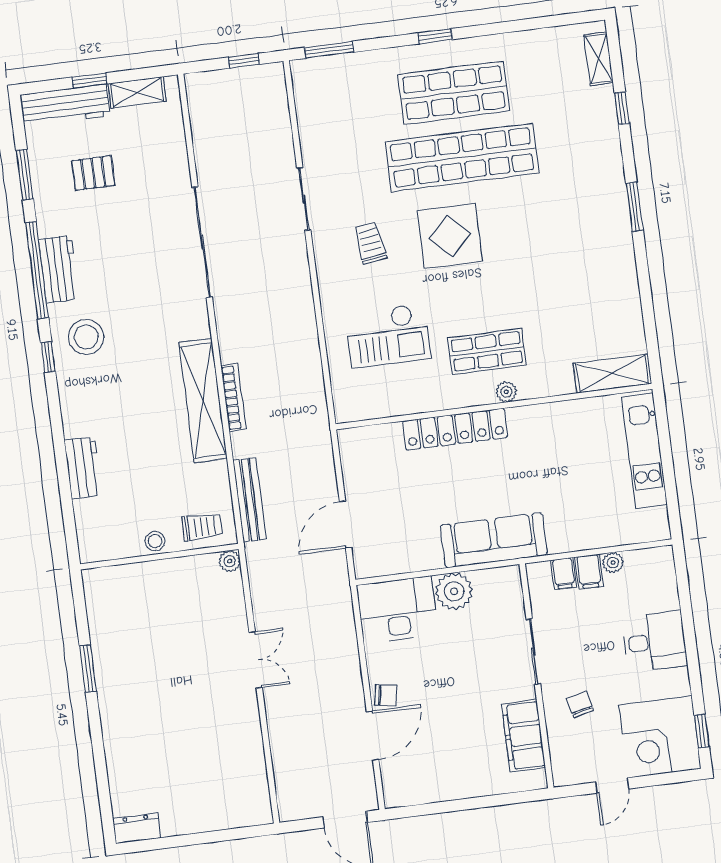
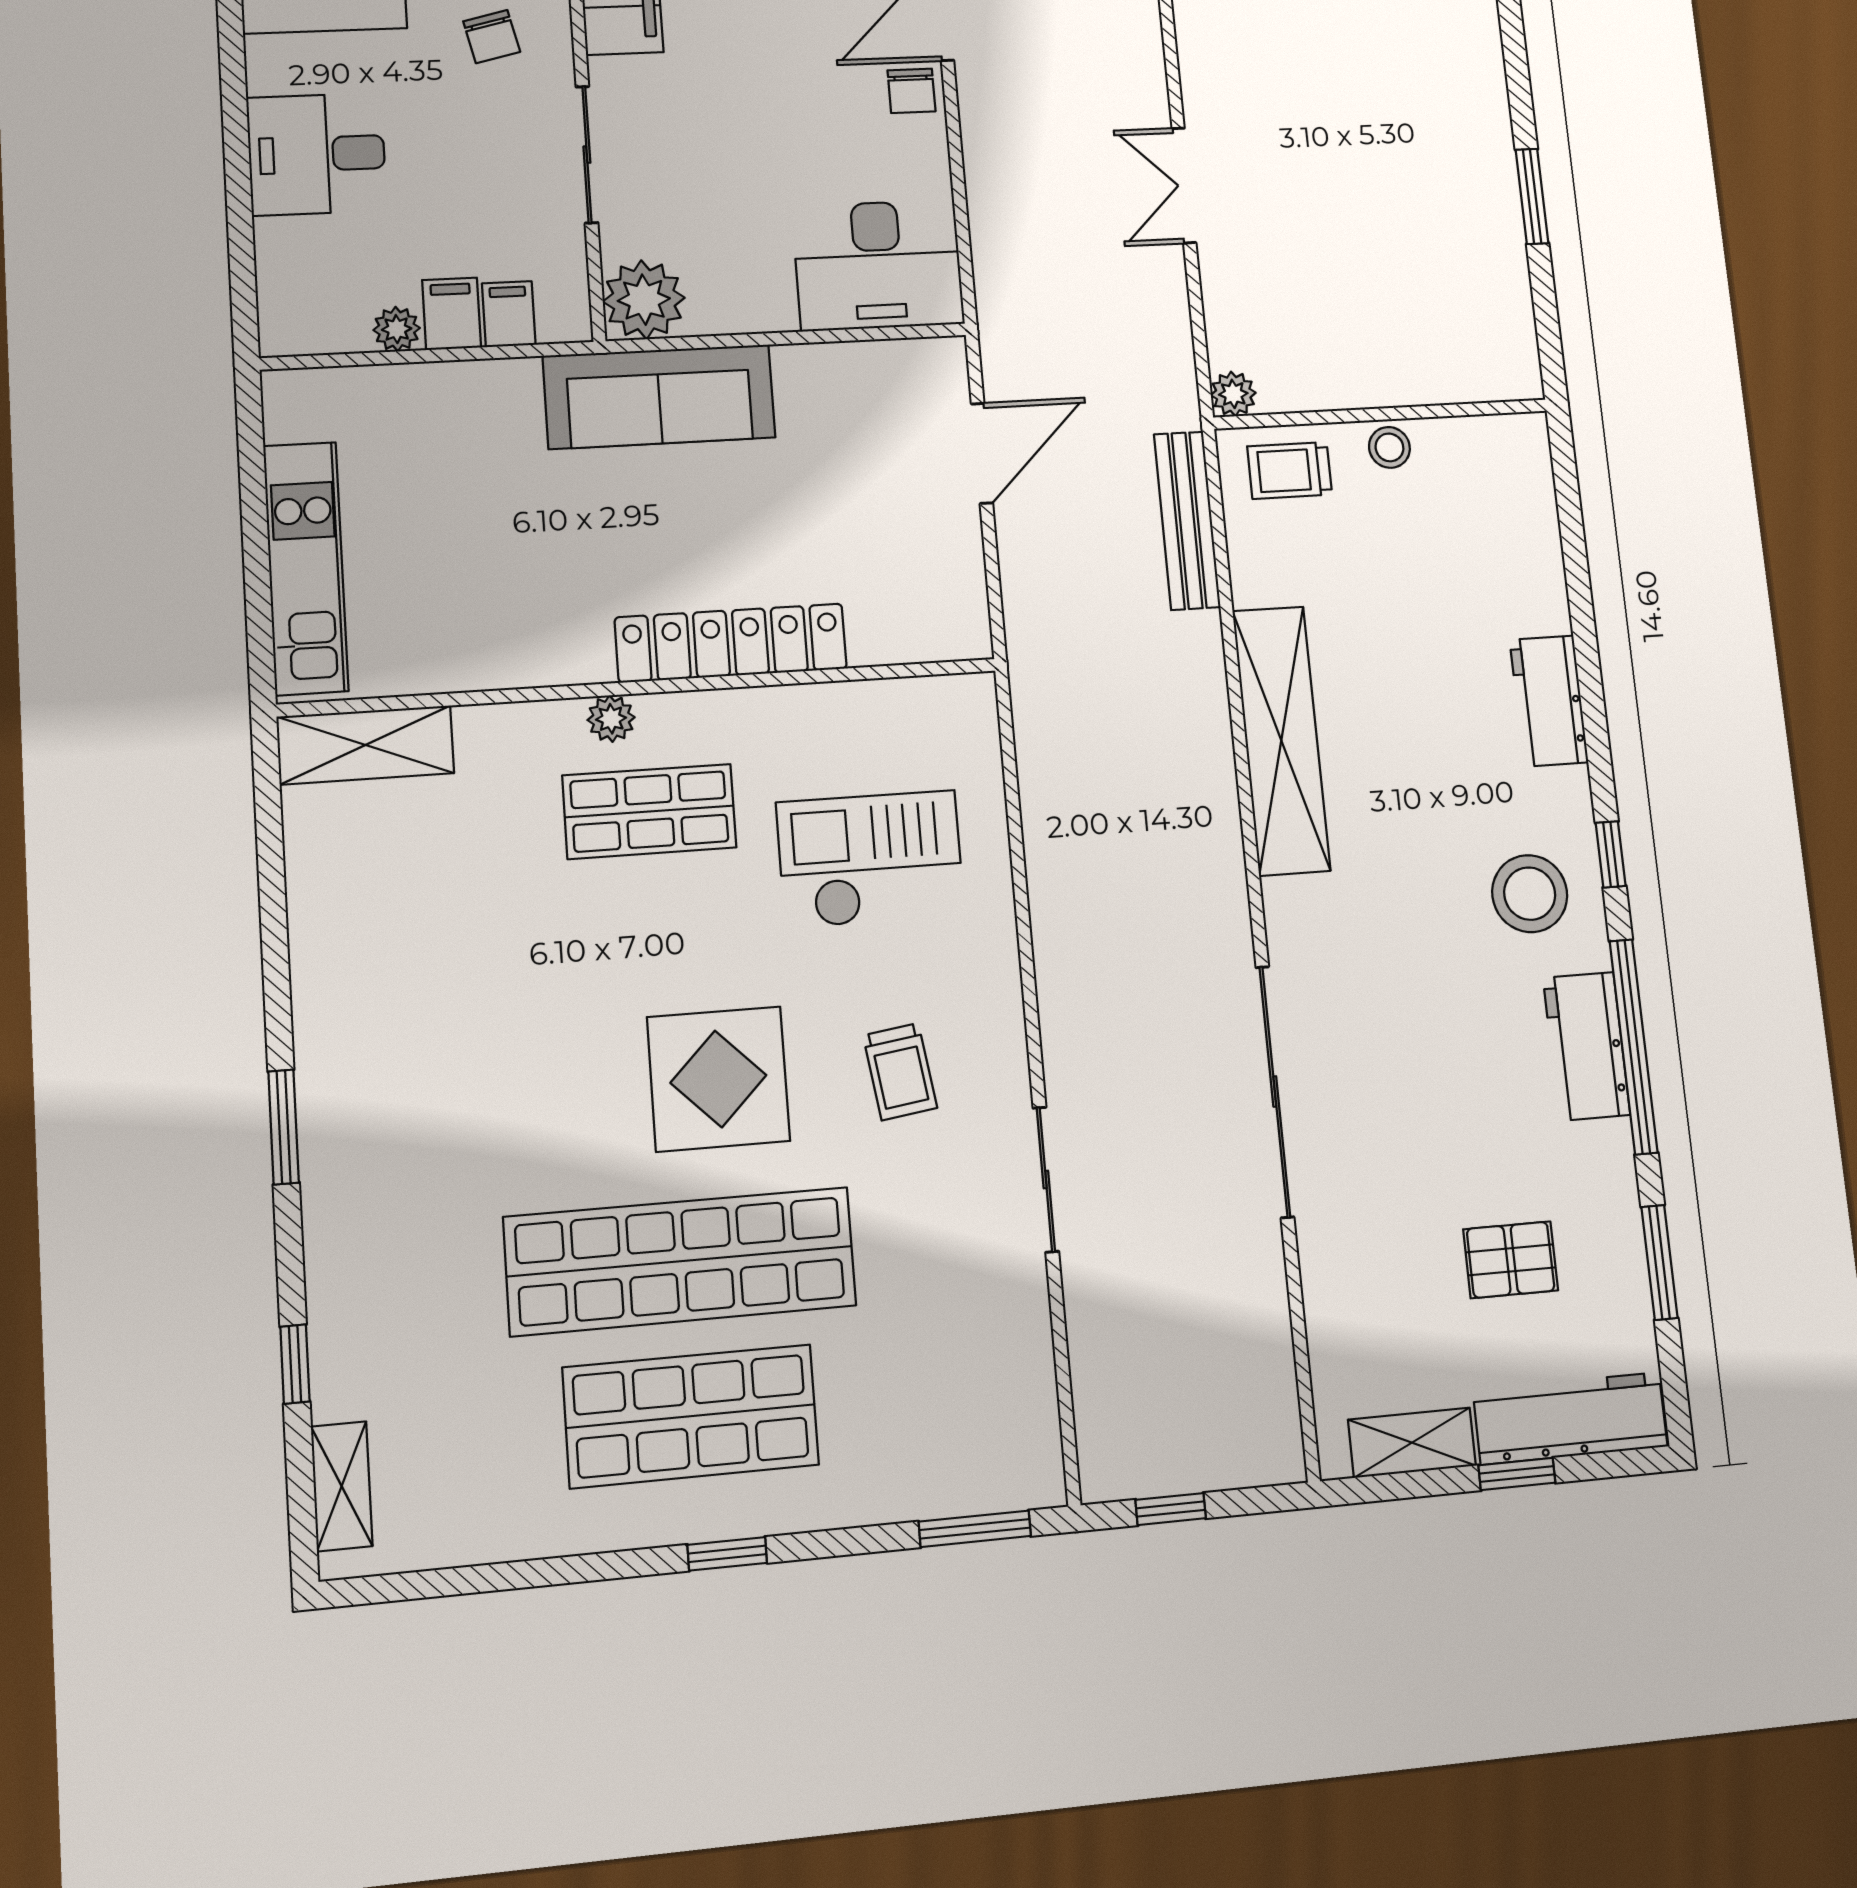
bookcase: (233, 398) -> (1216, 743), removed
workbench: (83, 468) -> (1549, 701), moved
plant: (454, 591) -> (644, 300), moved
chair: (386, 695) -> (912, 91), turned -100

